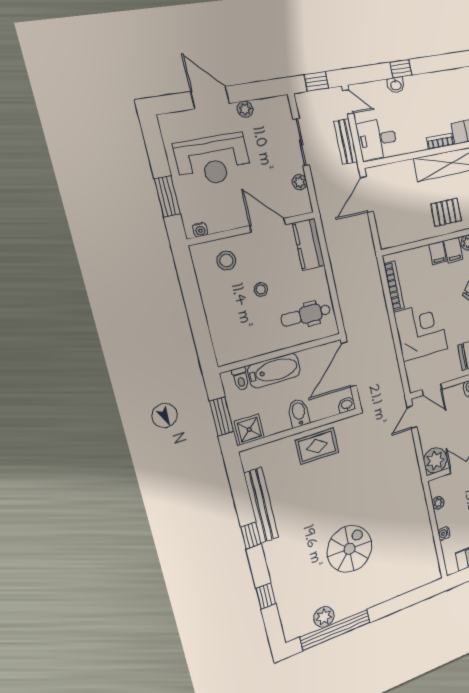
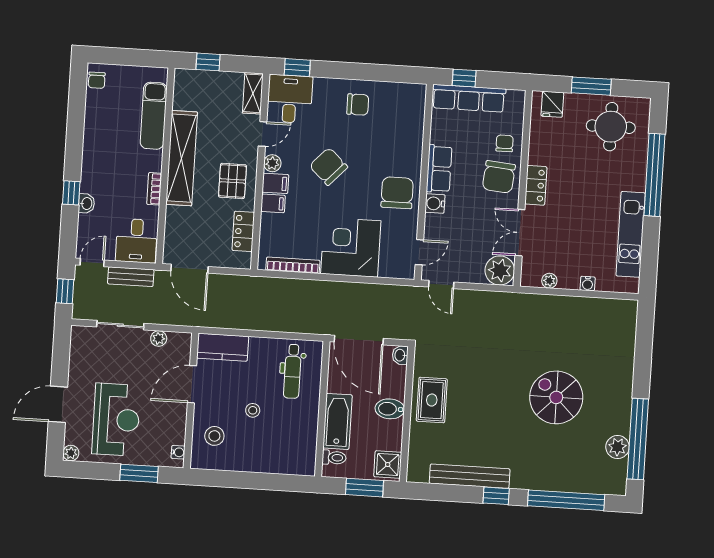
plant: (245, 109) -> (71, 453), moved
bookcase: (440, 141) -> (154, 189), moved
locker: (409, 234) -> (243, 231), added
window: (266, 596) -> (566, 500), width x3.17

